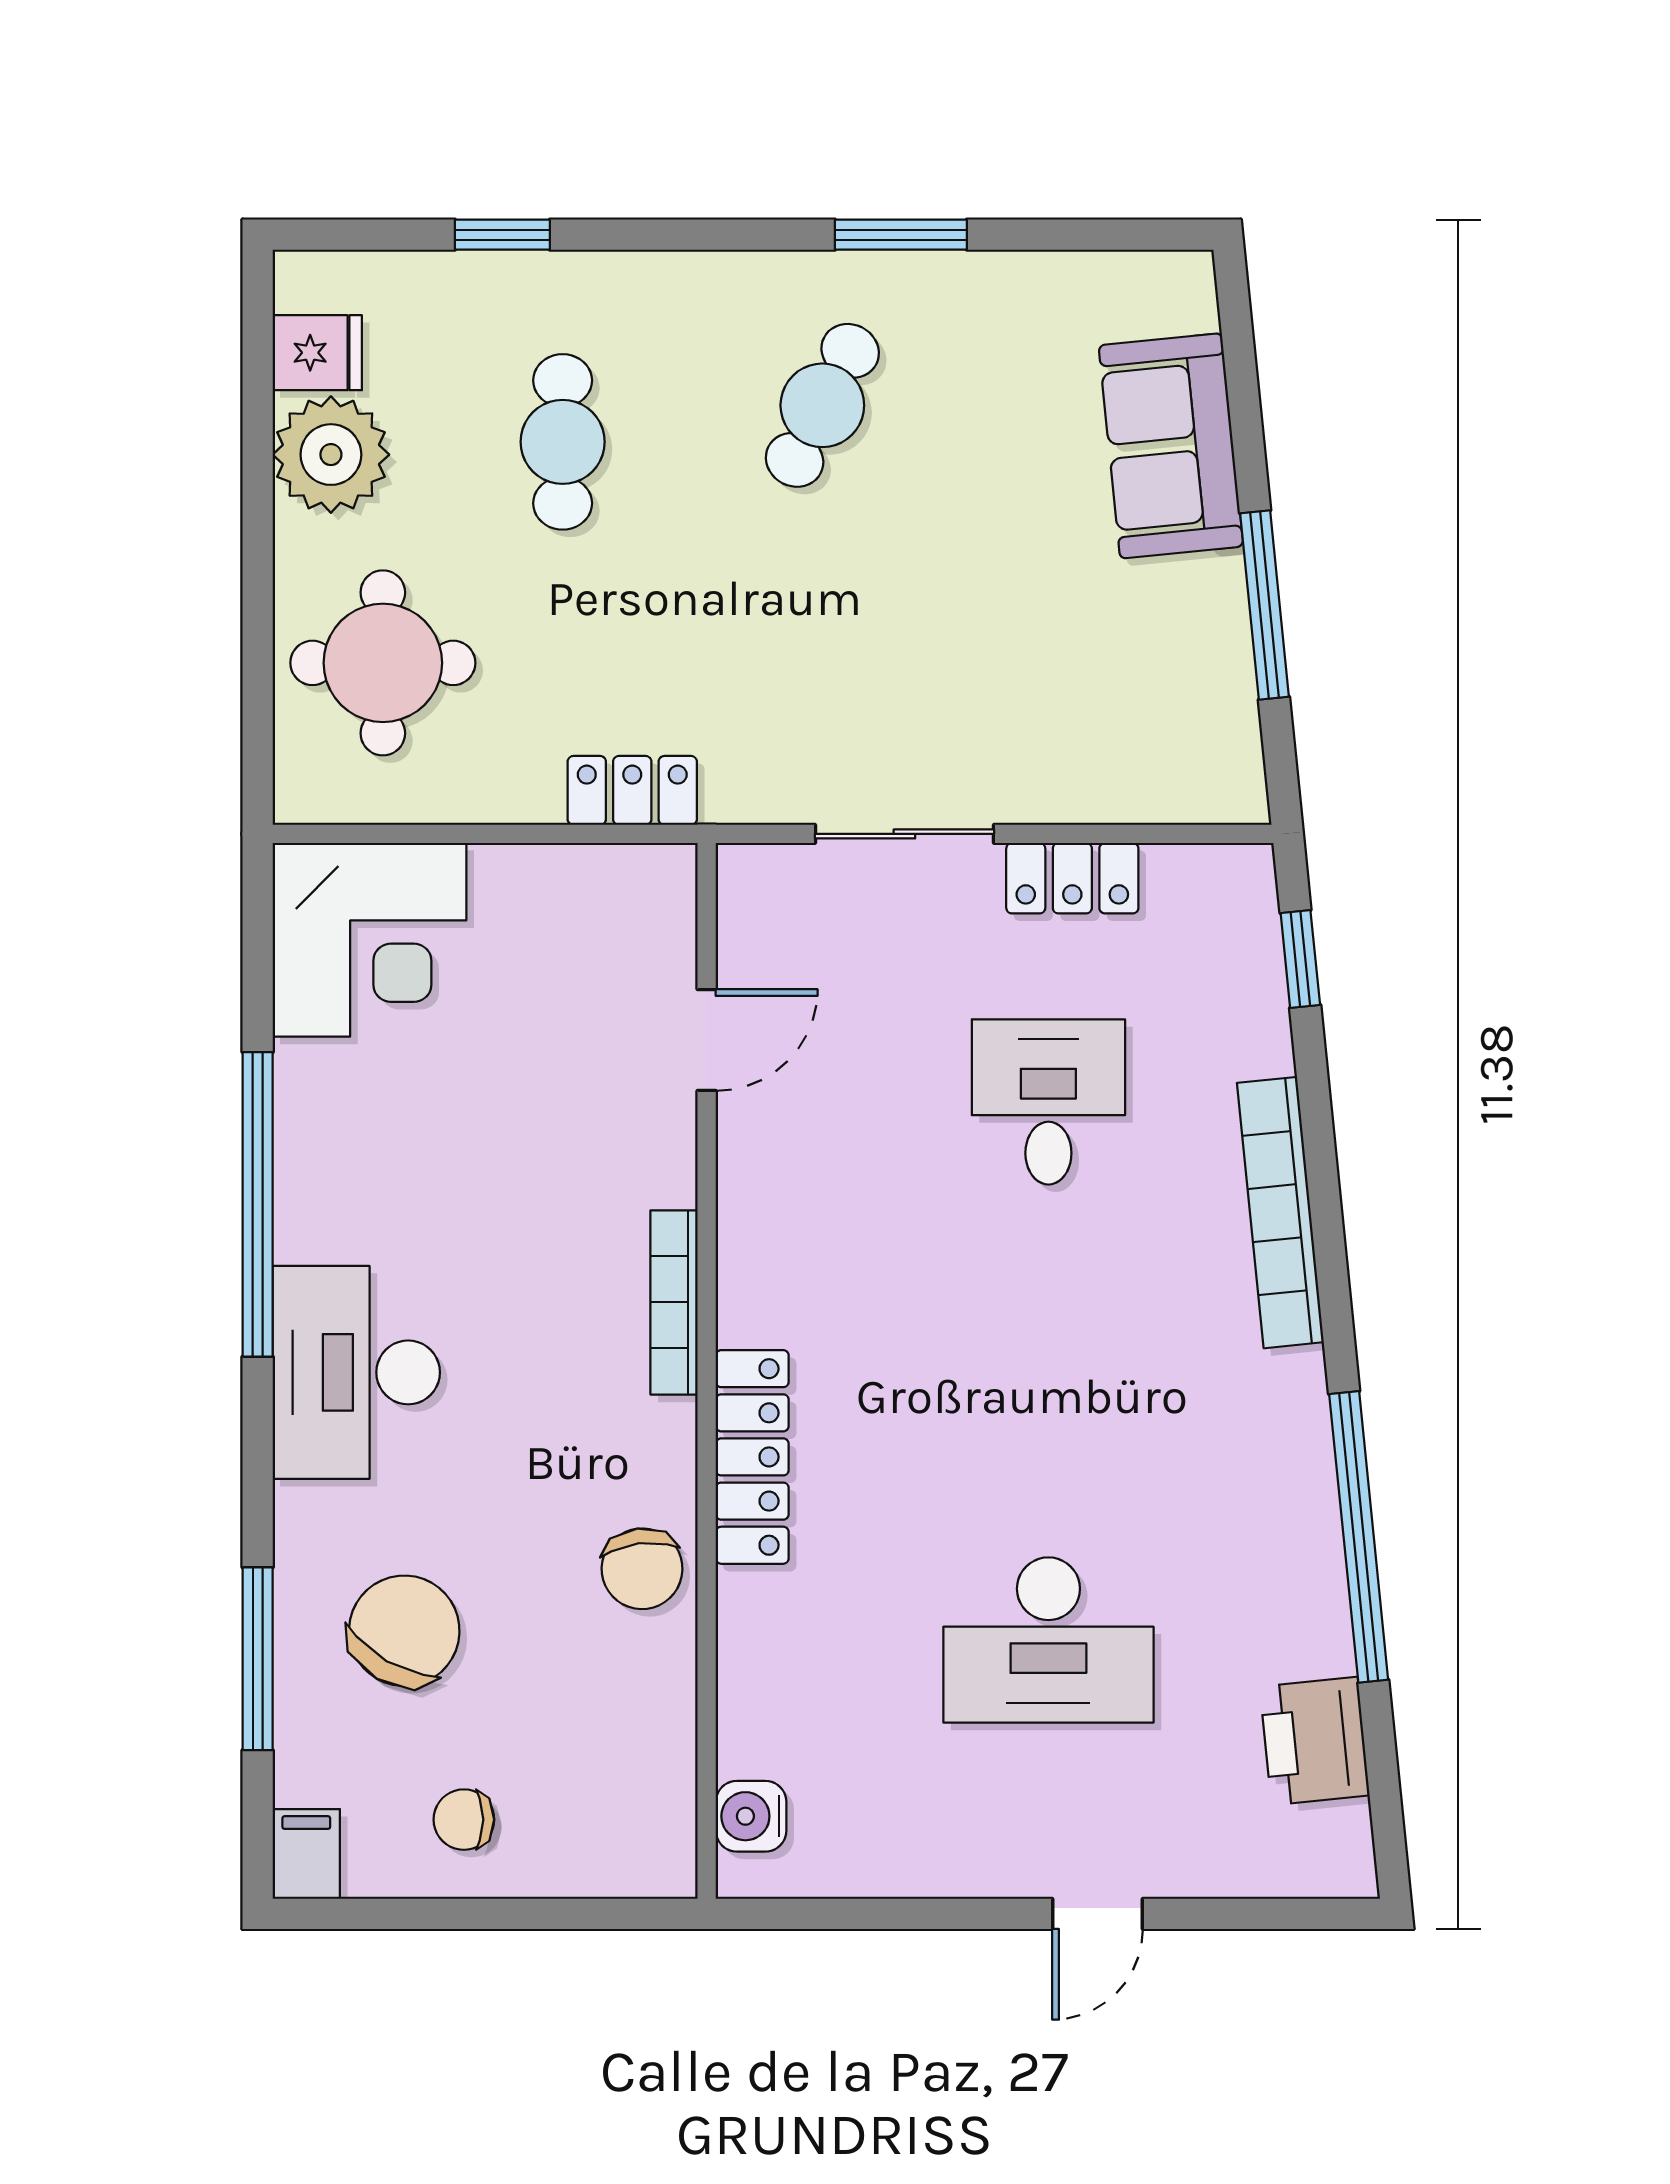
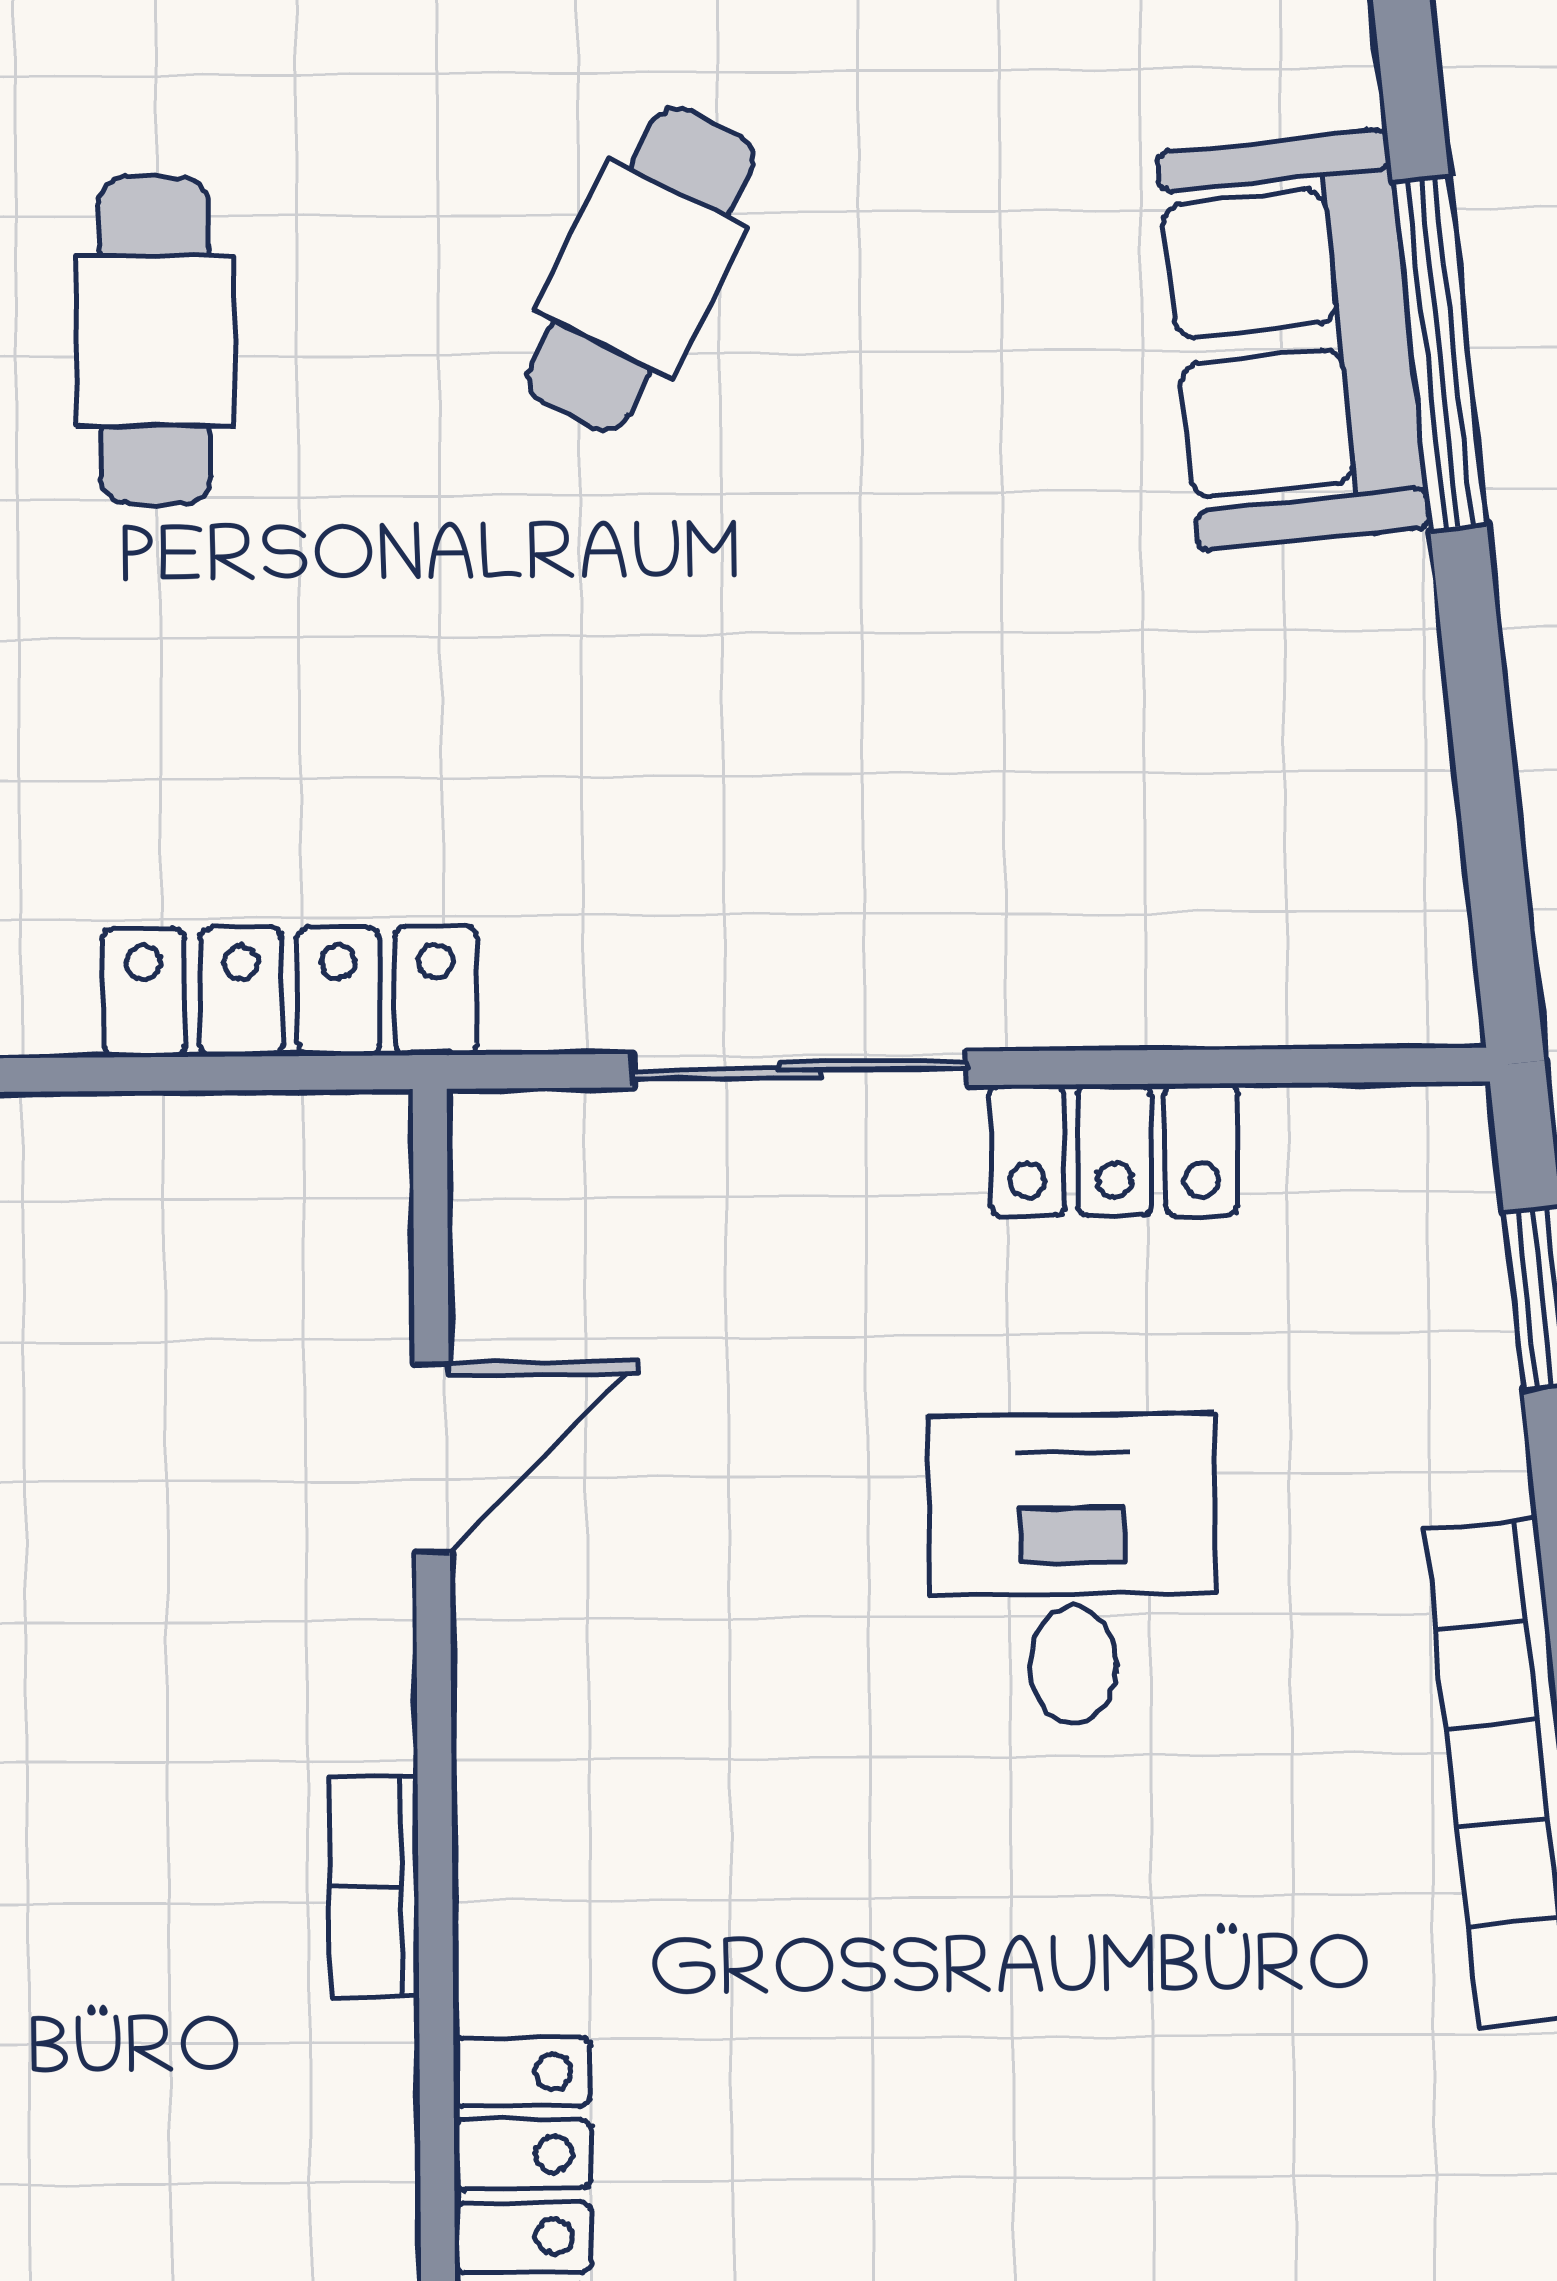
window: (1265, 605) -> (1440, 353), moved
locker: (632, 790) -> (290, 992), width x1.53
bookcase: (674, 1302) -> (374, 1887), width x0.64

